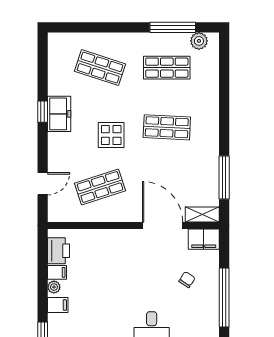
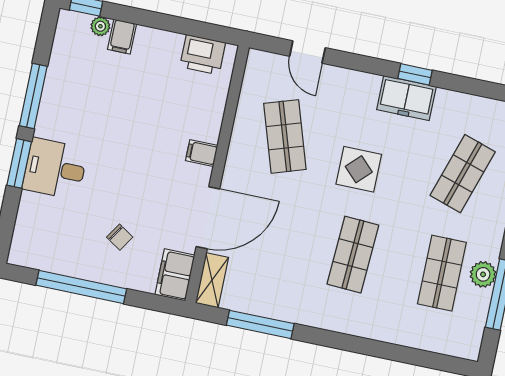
plant: (199, 41) -> (483, 274), moved
filing cabinet: (57, 272) -> (202, 153), moved, turned 90
plant: (54, 287) -> (100, 26), moved

